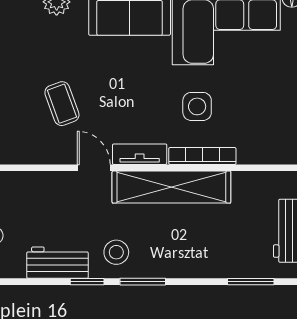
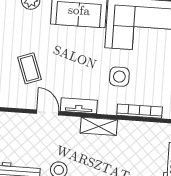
bookcase: (202, 156) -> (140, 111), moved
shelving: (171, 187) -> (99, 126), width x0.45, depth x0.75

